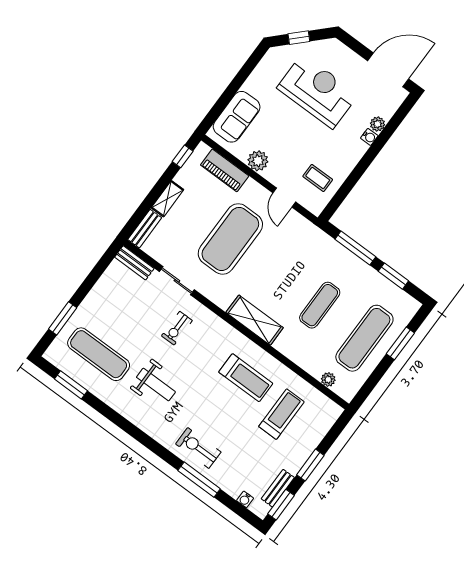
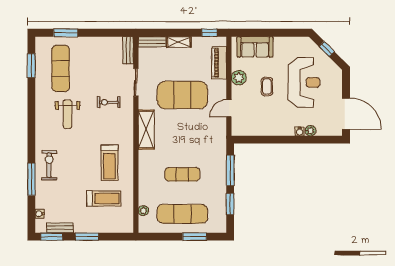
coffee table: (318, 178) -> (267, 87), moved
shelving: (255, 320) -> (146, 130), moved

